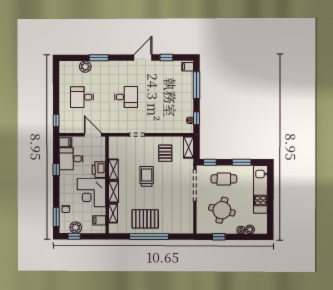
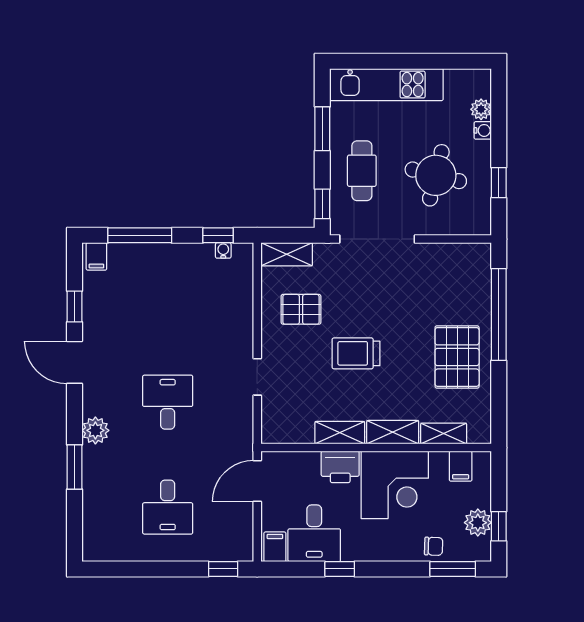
plant: (85, 67) -> (95, 430), moved
window: (149, 237) -> (499, 315), moved

